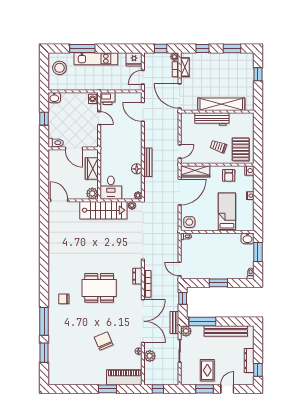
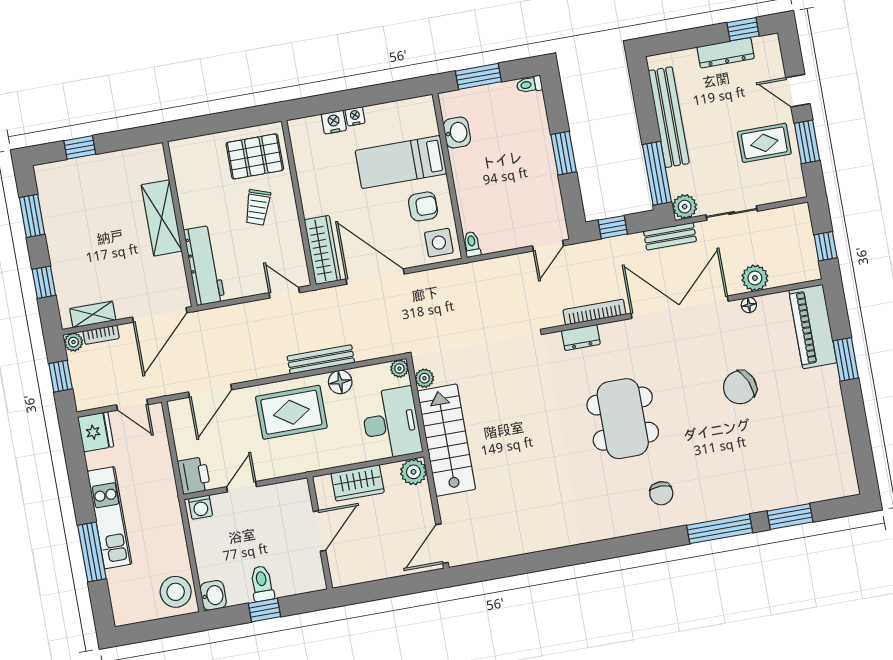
stool: (59, 68) -> (176, 592), moved
shelving: (221, 104) -> (162, 218), width x0.68
workbench: (212, 119) -> (204, 265), moved
toilet: (56, 143) -> (262, 584), moved
rug: (127, 145) -> (291, 412), added
nightstand: (249, 171) -> (334, 122), moved
armchair: (229, 175) -> (423, 206), moved
desk: (111, 188) -> (391, 423), width x1.37
washbasin: (247, 238) -> (457, 133), moved

